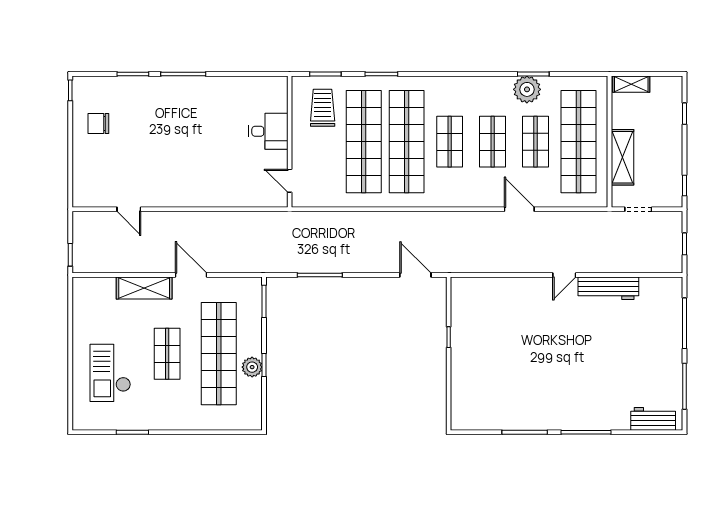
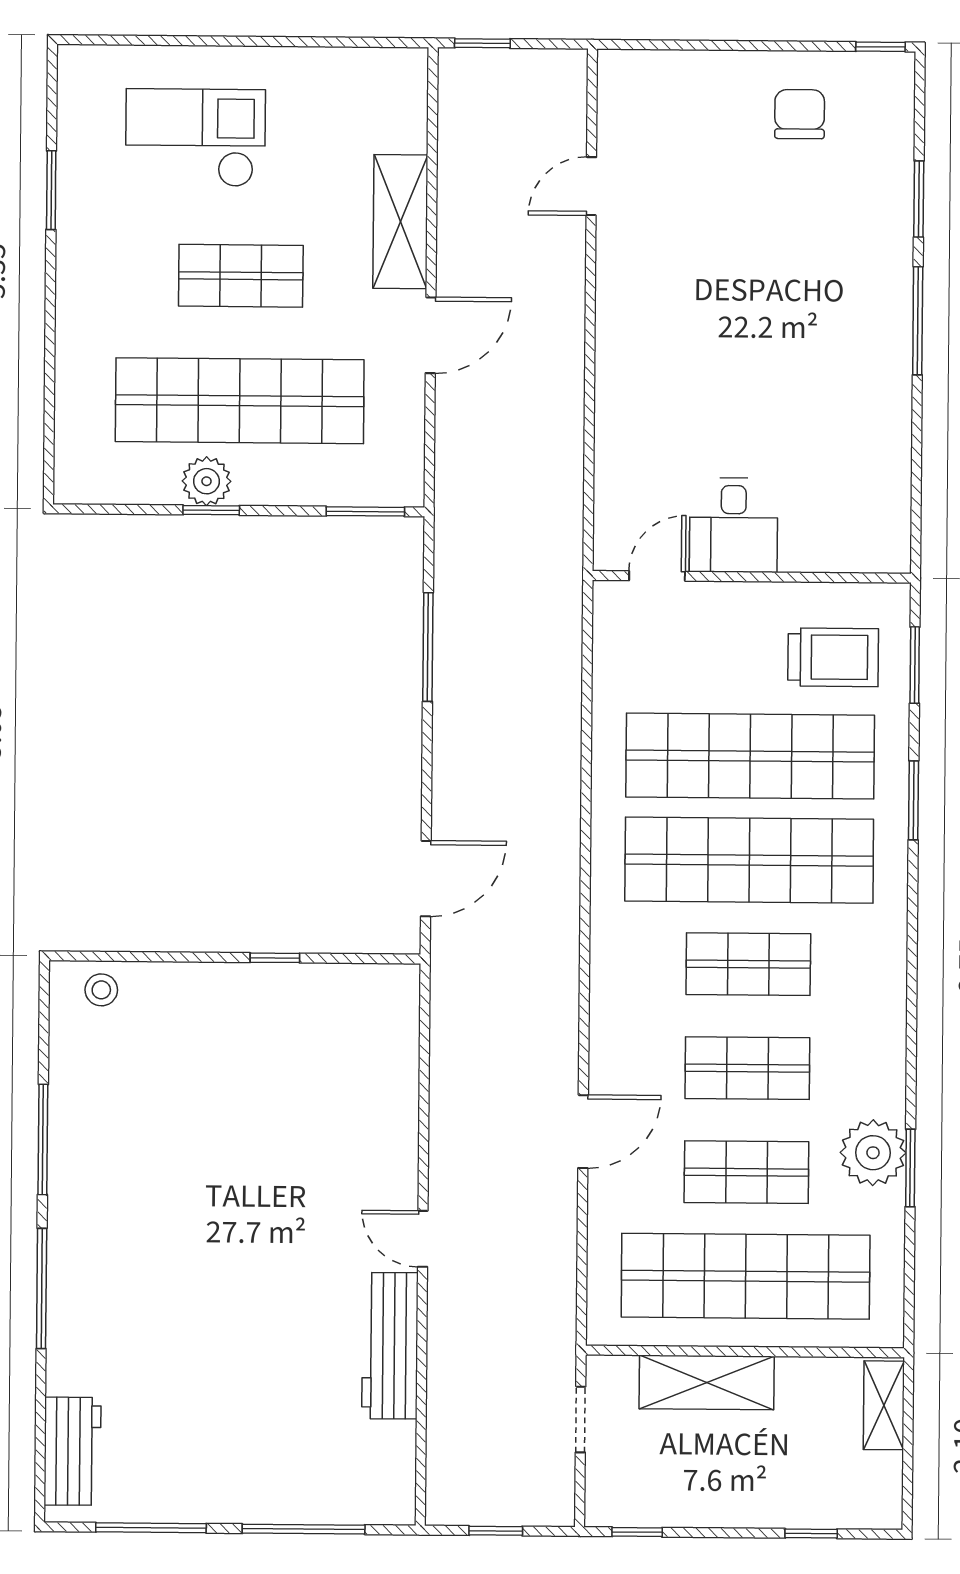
desk: (268, 131) -> (734, 525), moved
stool: (463, 409) -> (101, 990), added

